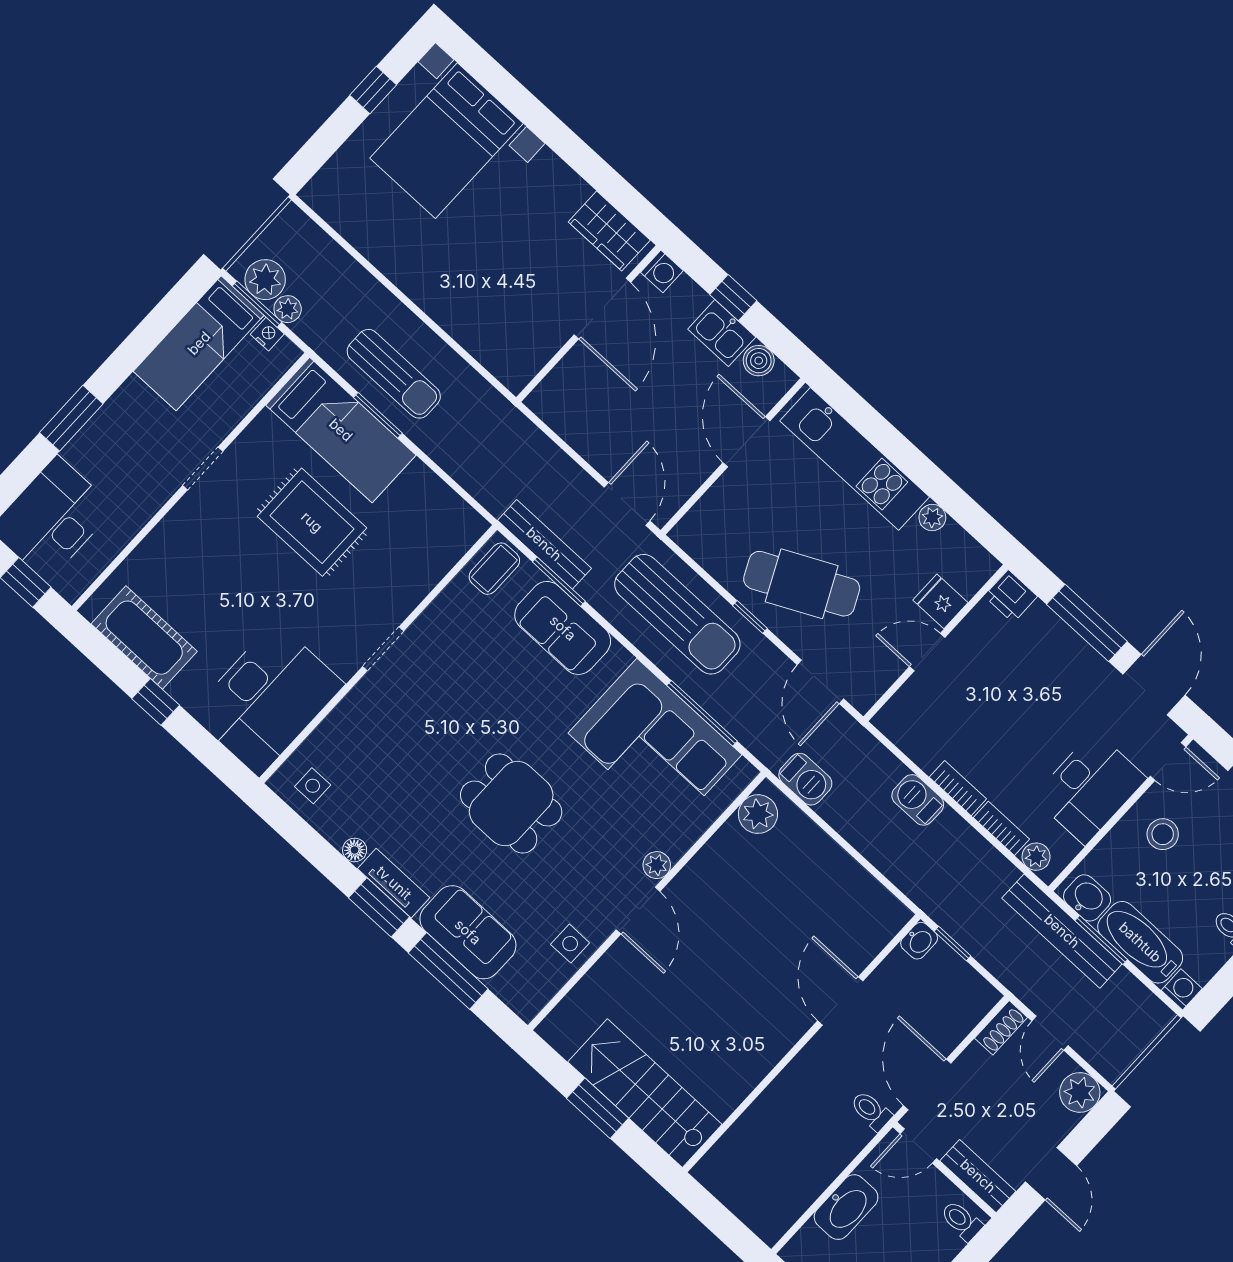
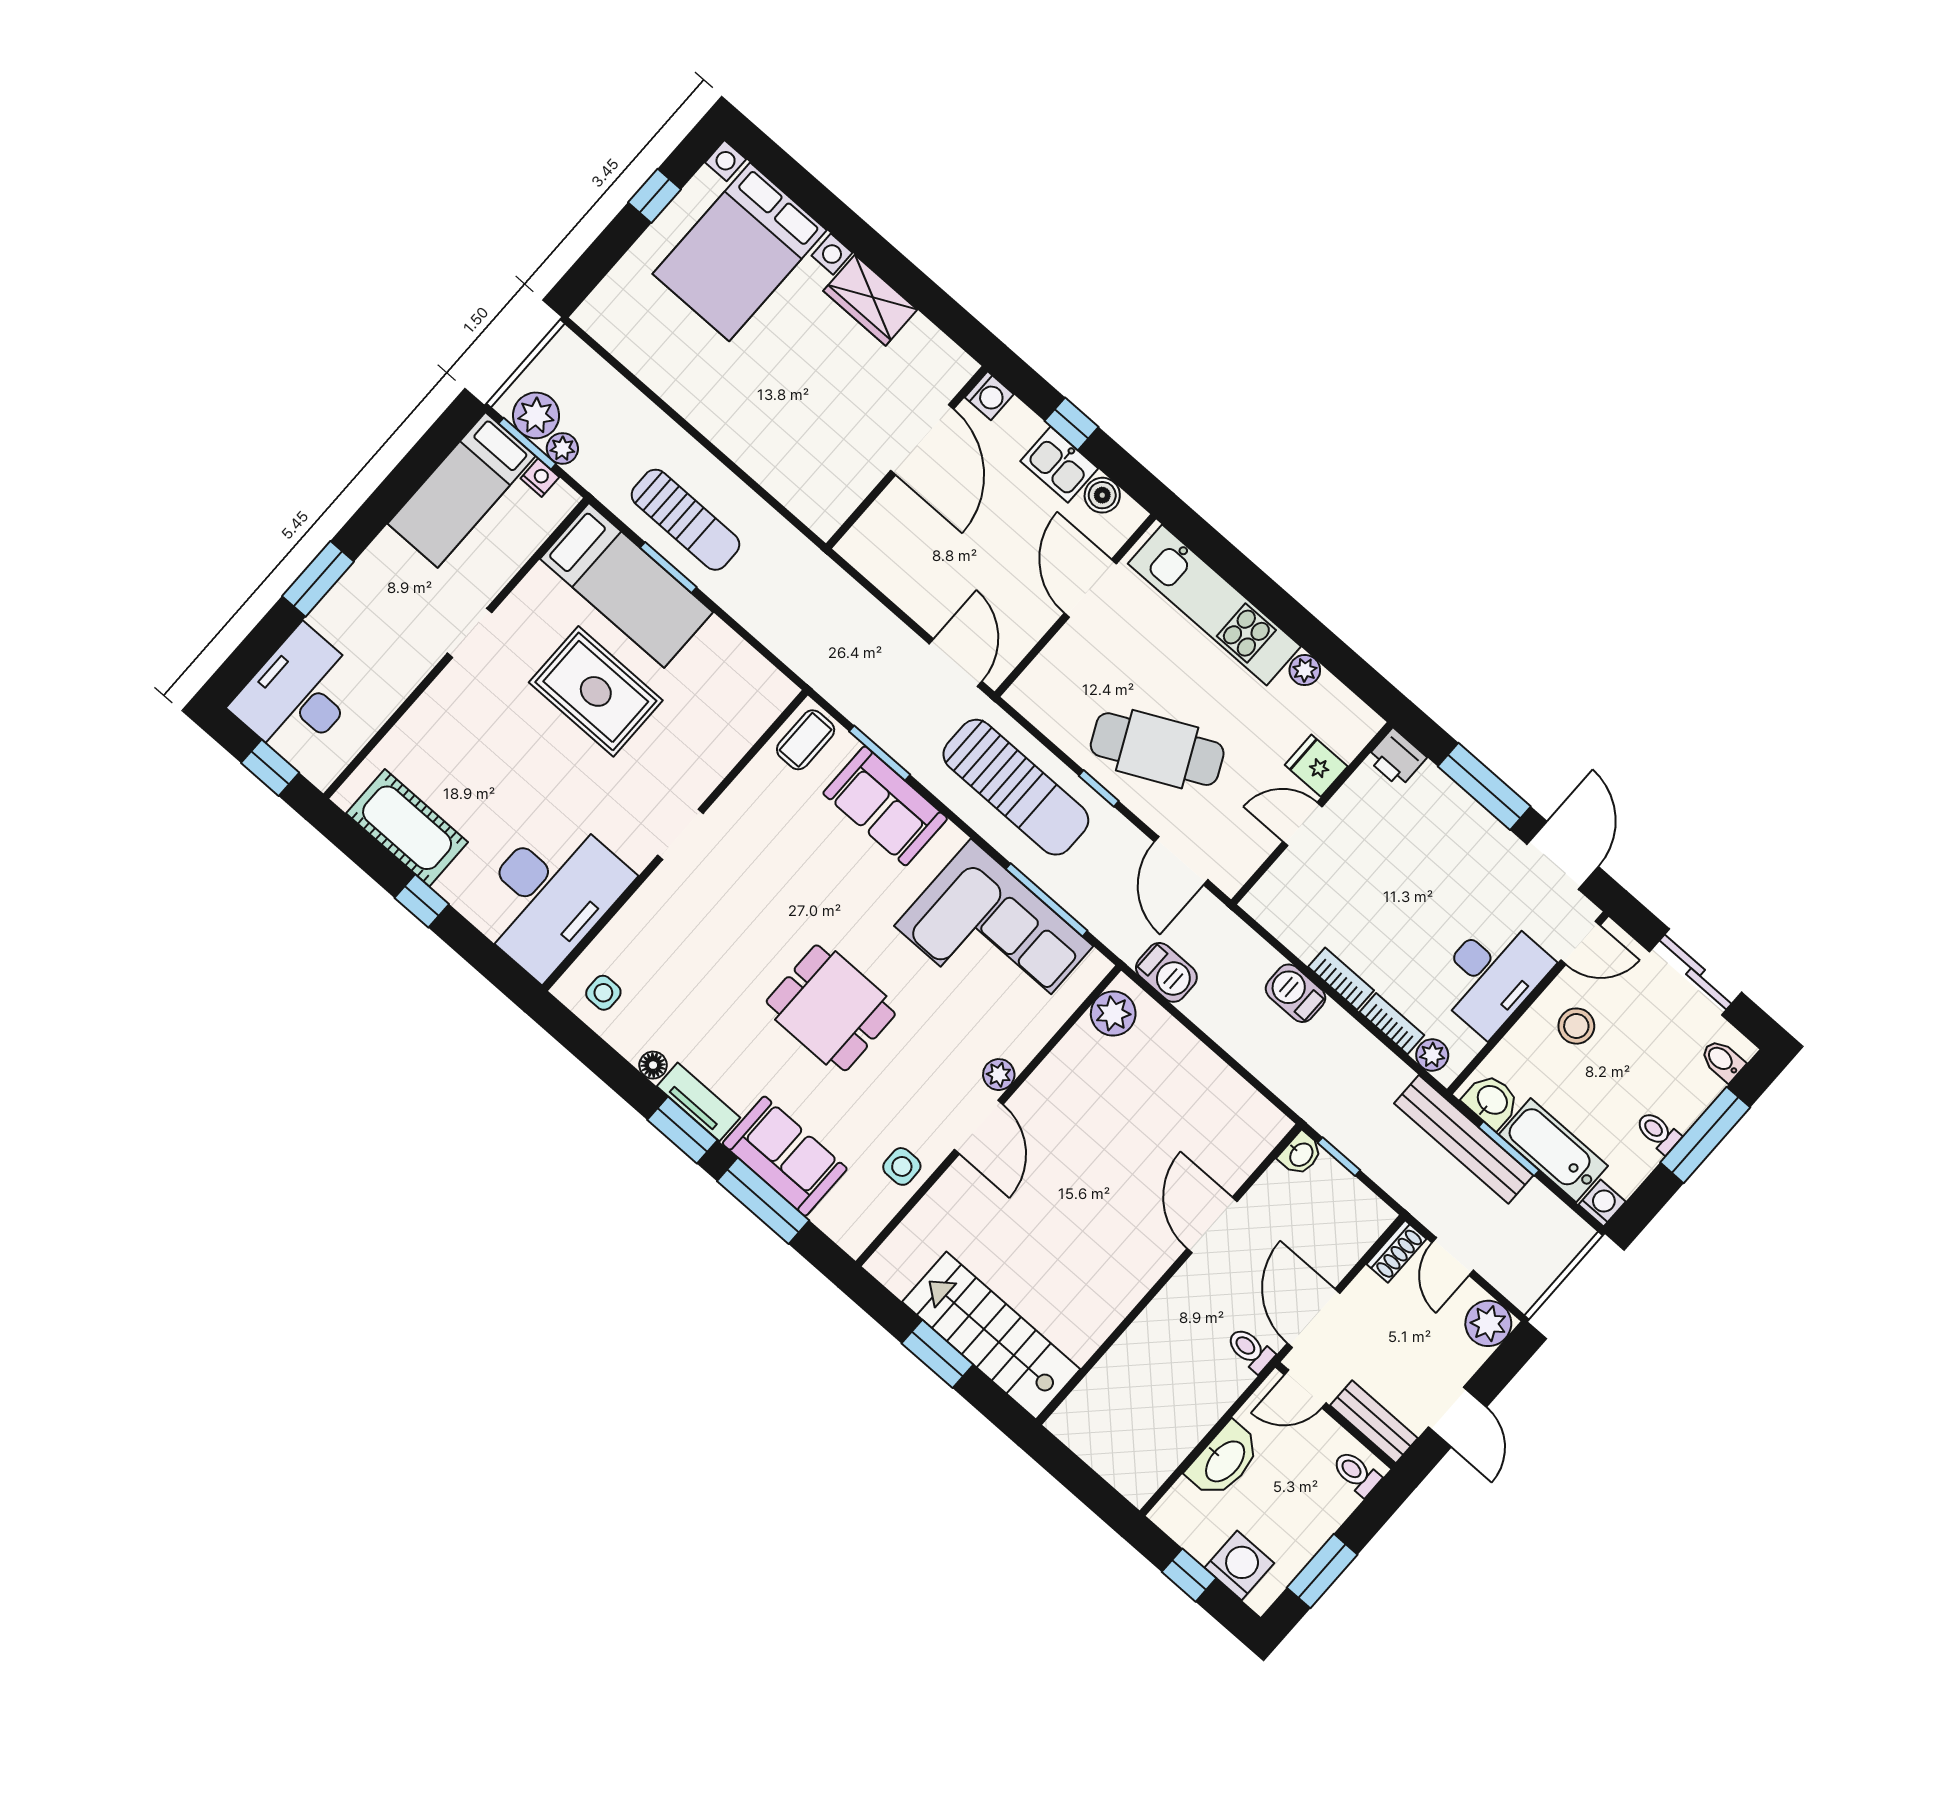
wardrobe: (609, 231) -> (870, 300), moved
bench: (544, 544) -> (862, 711), removed

